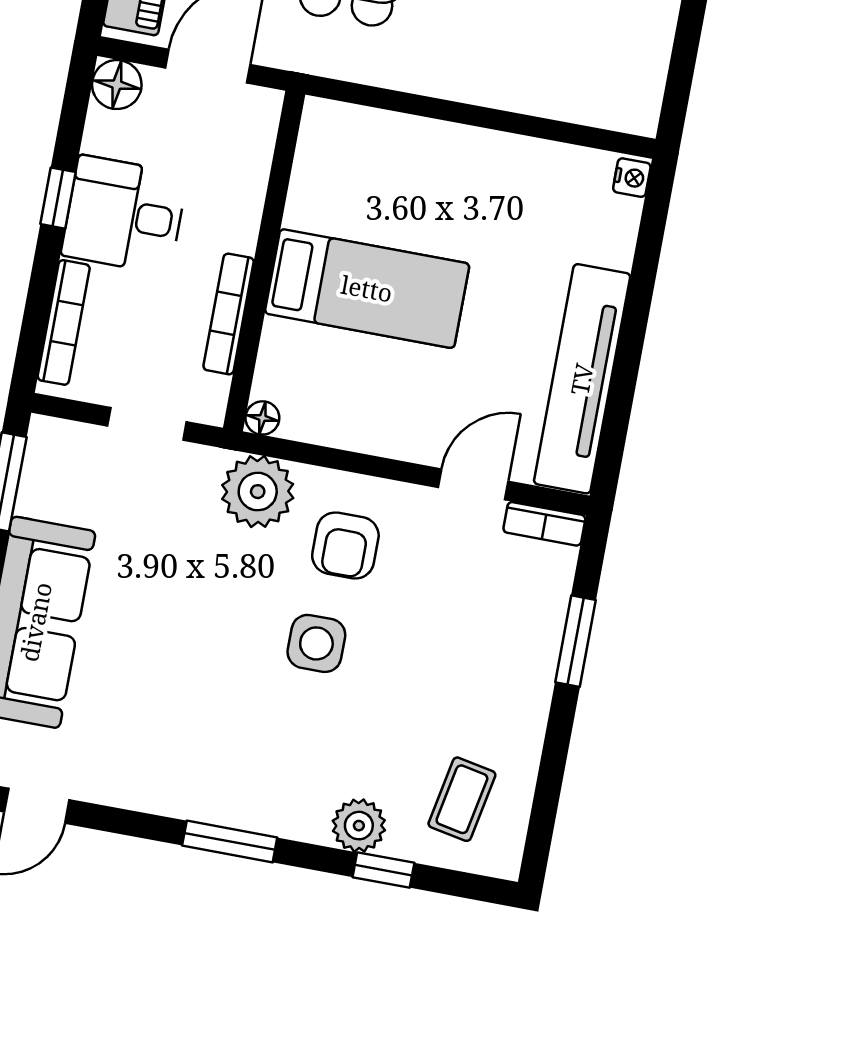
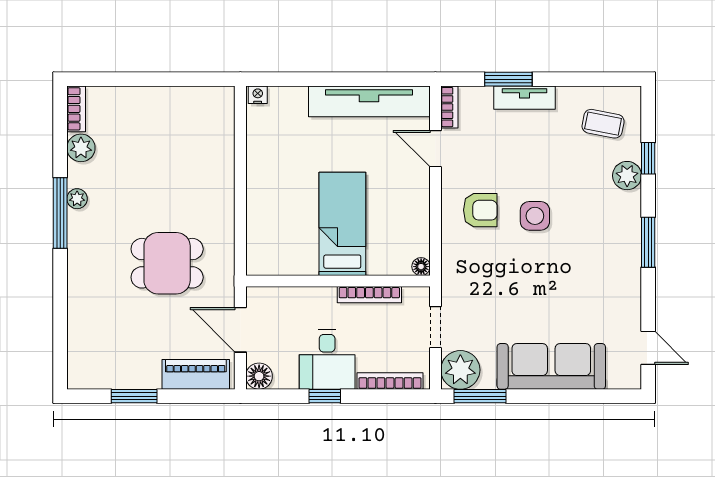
plant: (258, 492) -> (460, 370), moved
tv unit: (536, 664) -> (524, 98), added

